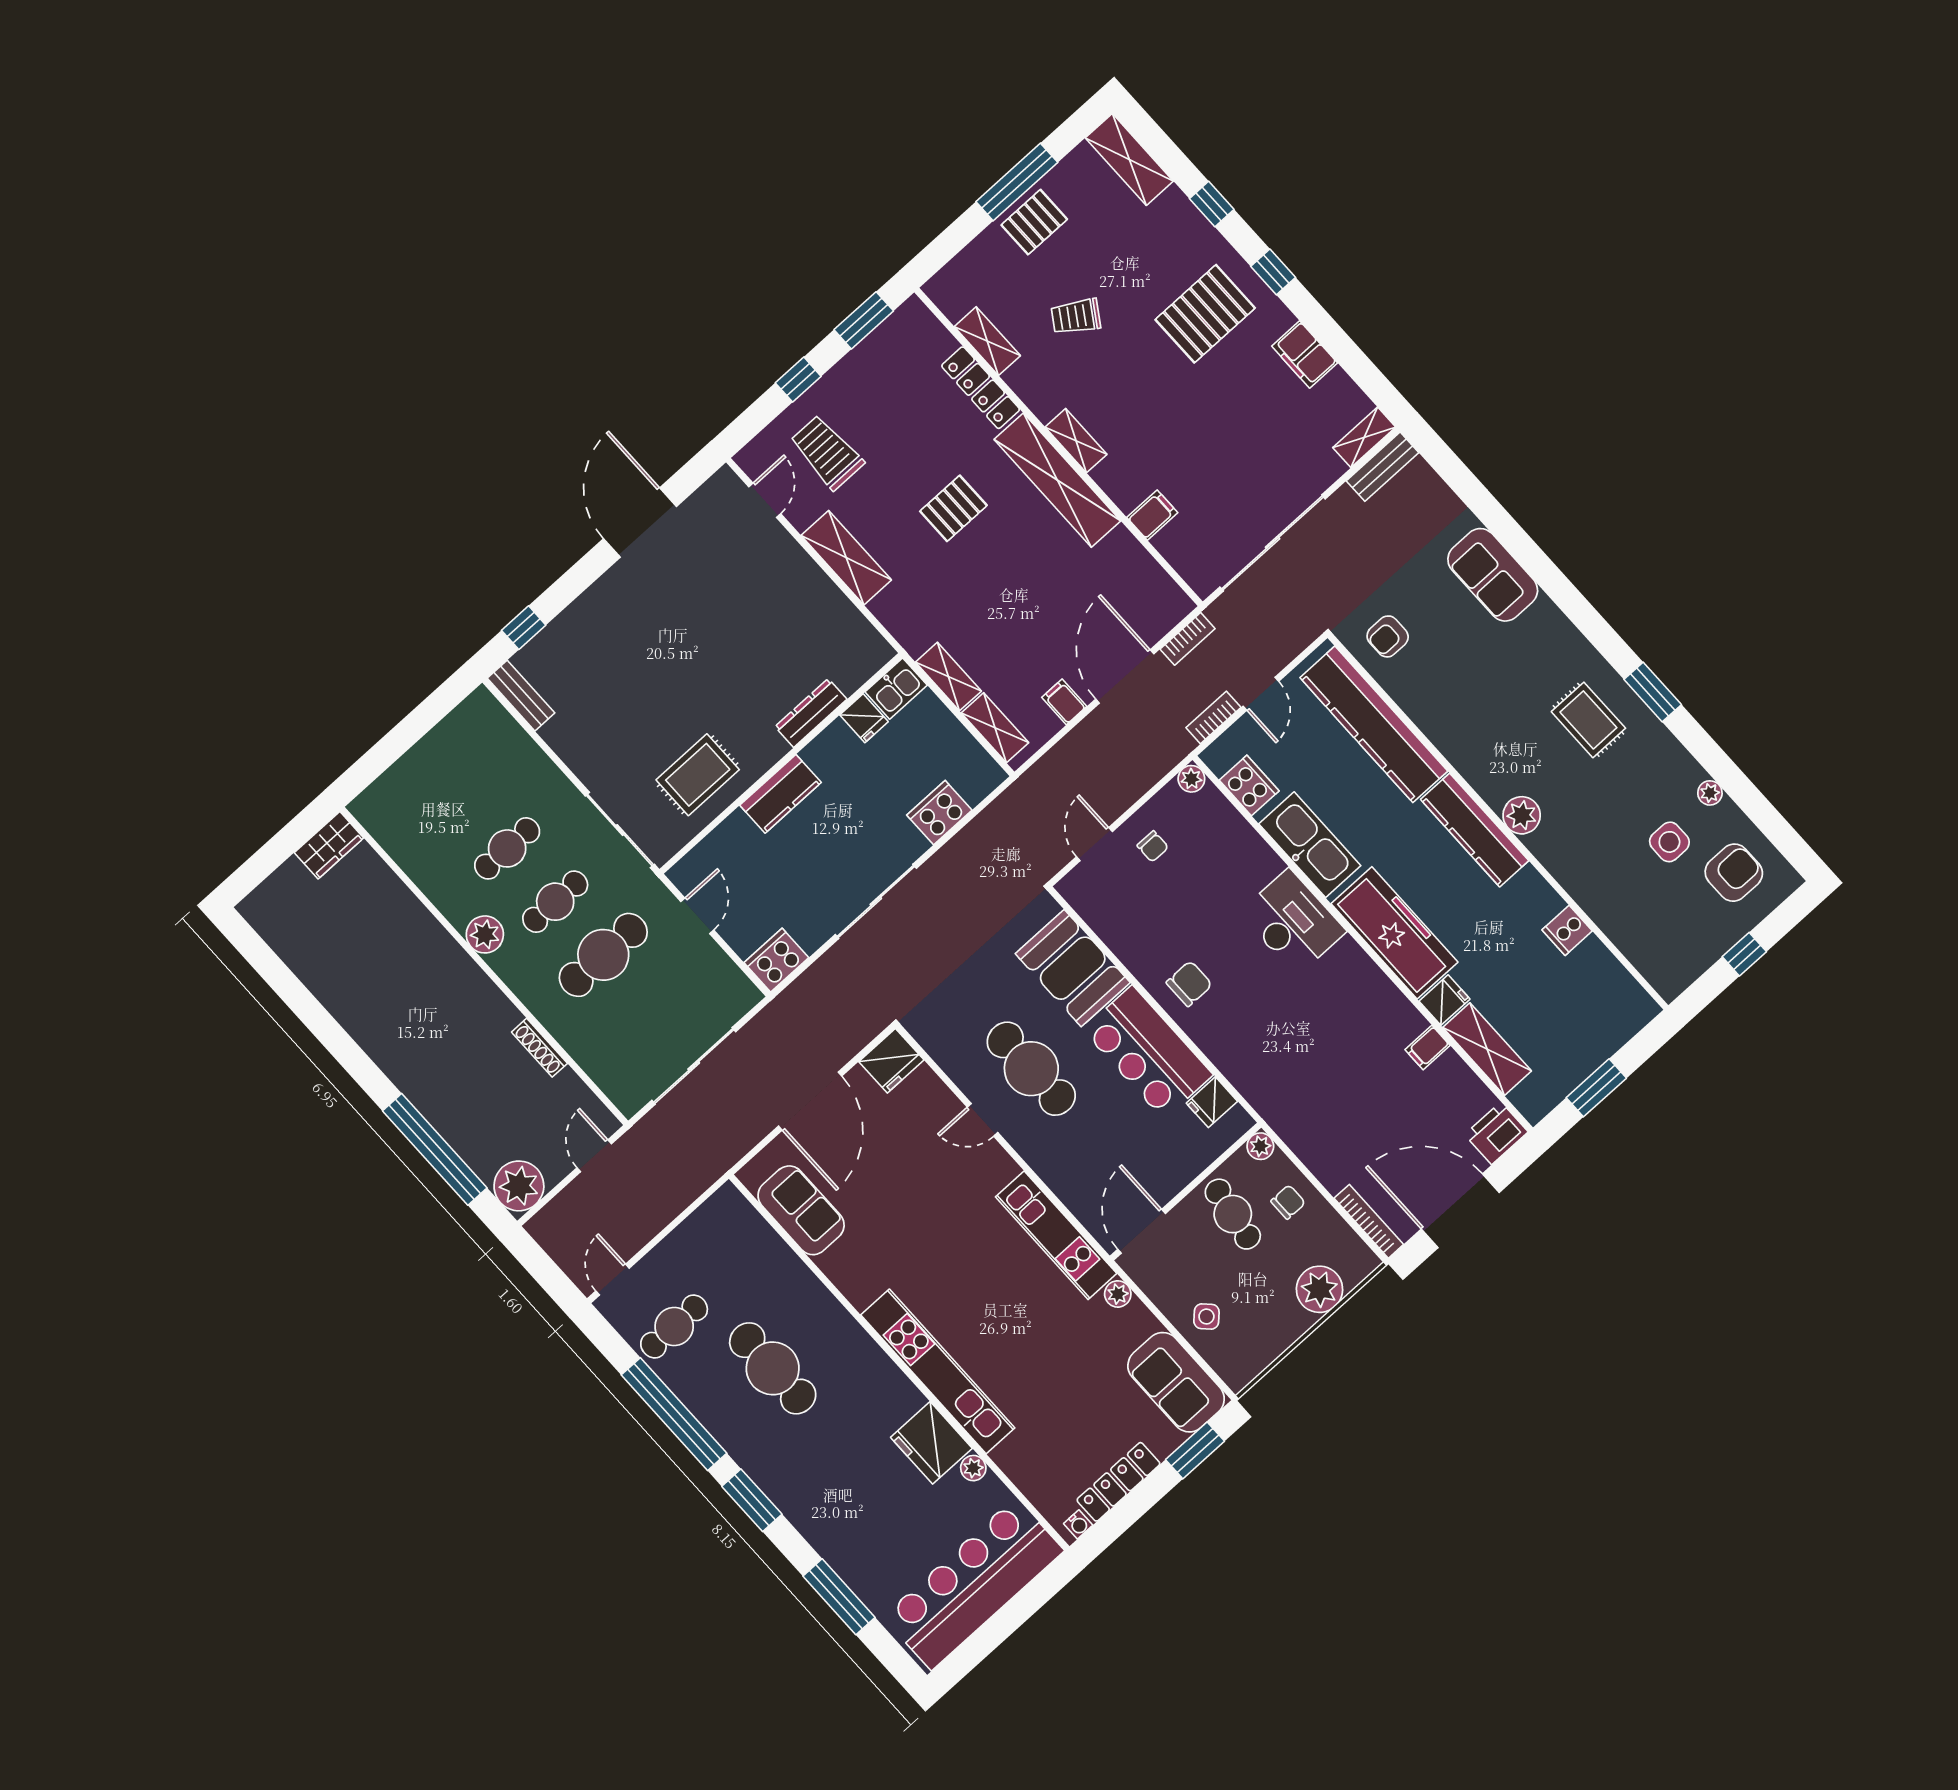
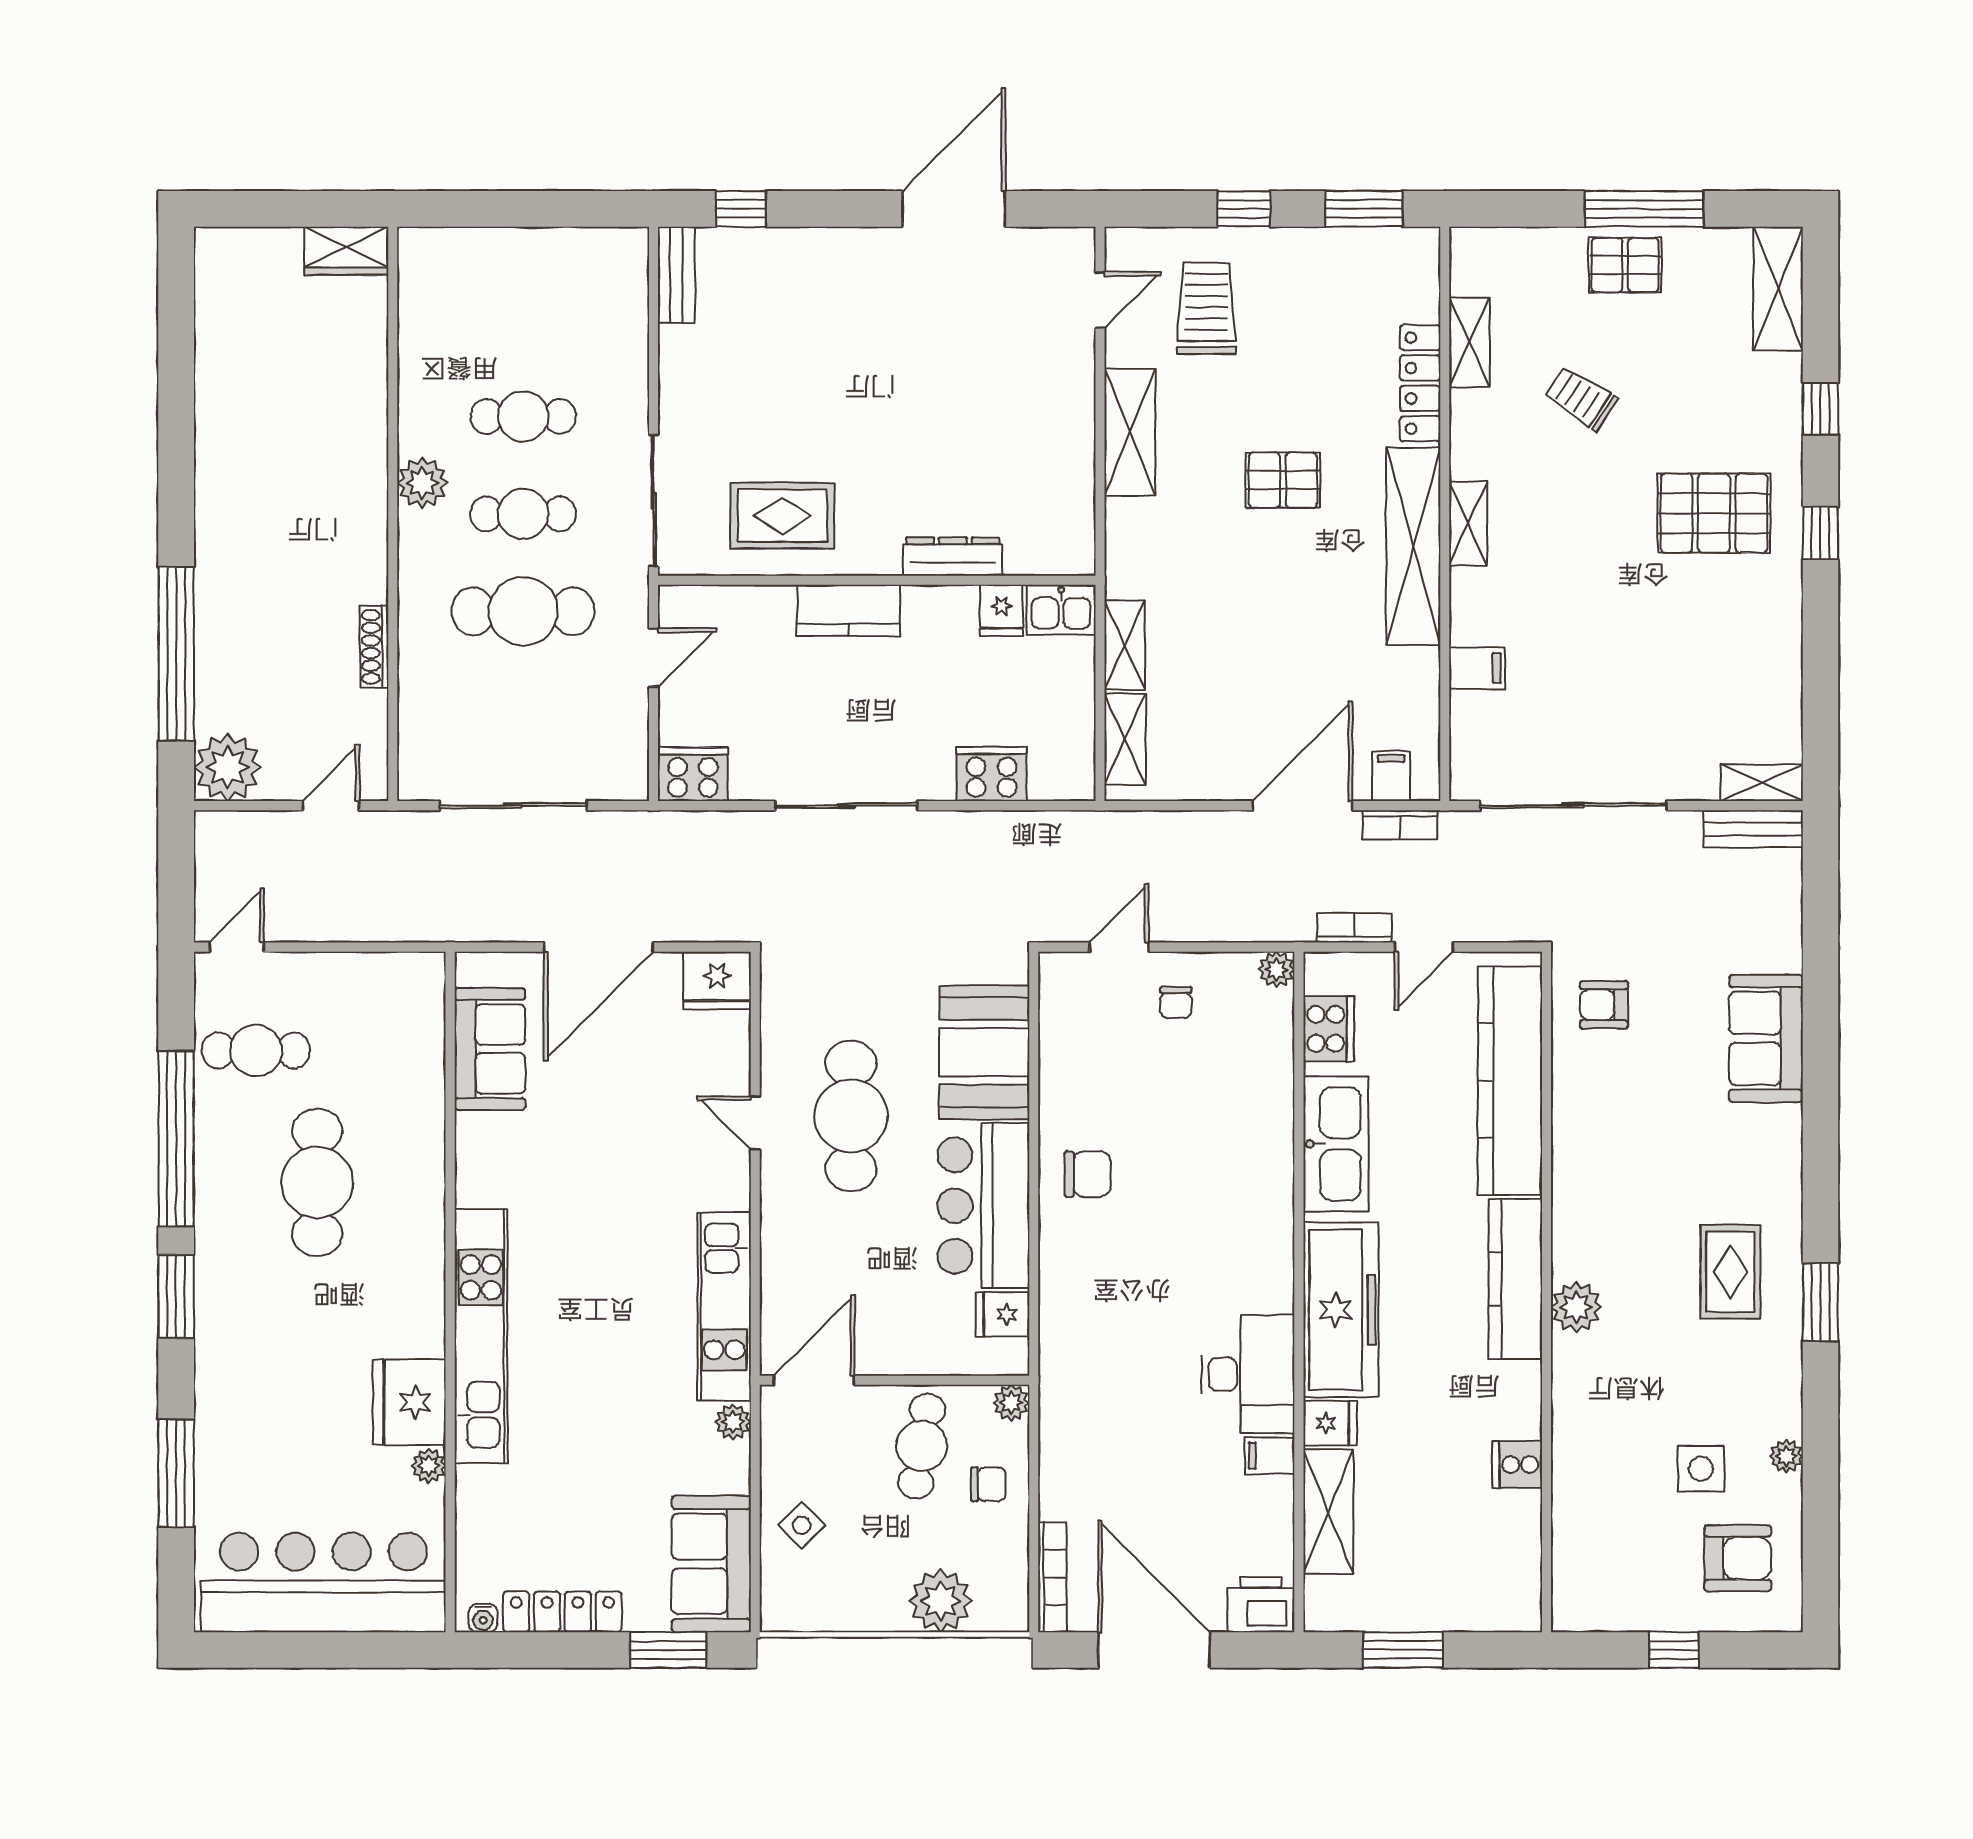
filing cabinet: (1305, 354) -> (1777, 645), removed
filing cabinet: (1064, 702) -> (1391, 776), moved
desk: (1293, 922) -> (1248, 1374), moved

